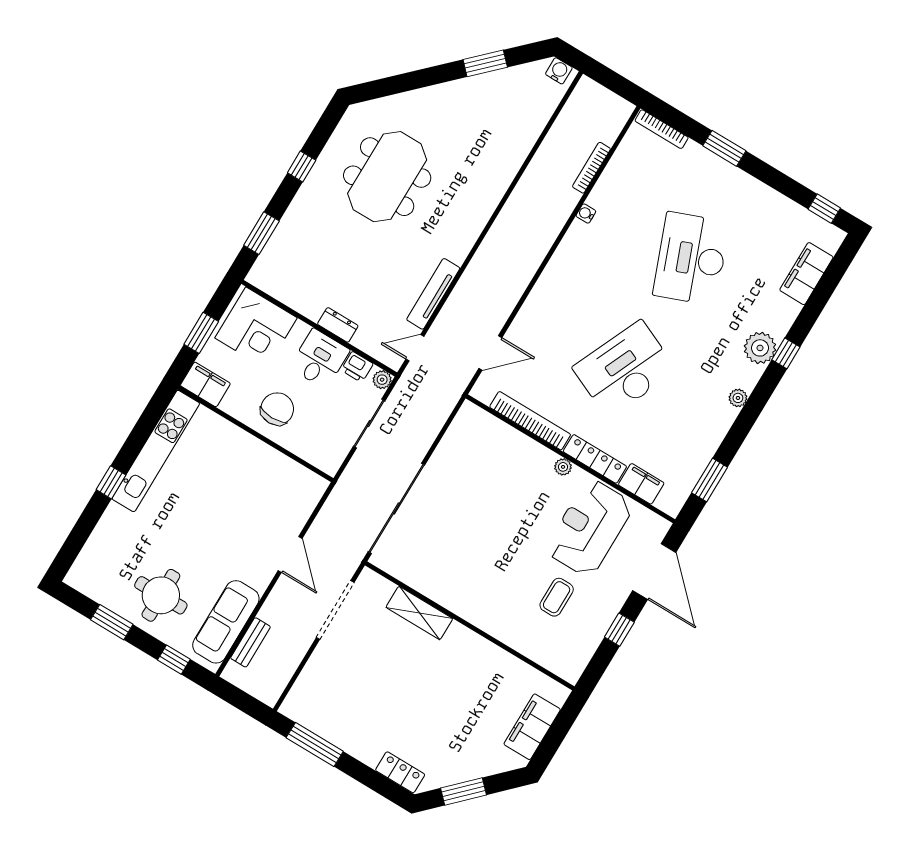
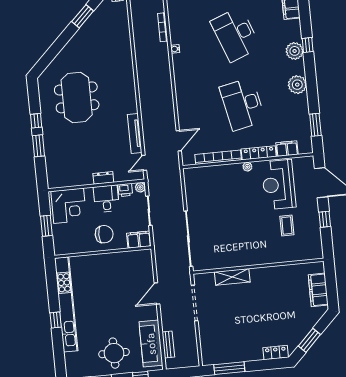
window: (261, 233) -> (39, 146), moved
desk: (625, 369) -> (242, 104), turned -36
filing cabinet: (205, 384) -> (139, 240), moved
plant: (738, 398) -> (297, 85), width x1.87, depth x1.87
chair: (277, 409) -> (104, 234), turned 90
kitchen unit: (156, 451) -> (66, 304), width x1.36
door: (290, 555) -> (157, 293), swing flipped

